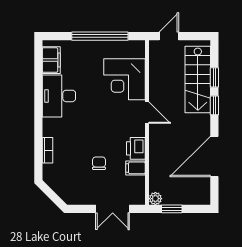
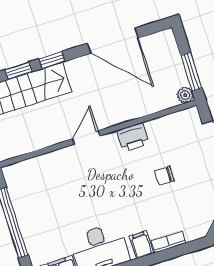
corner desk: (125, 79) -> (55, 177), removed
filing cabinet: (136, 168) -> (141, 245), moved, turned 180
window: (172, 209) -> (191, 72), width x1.50

